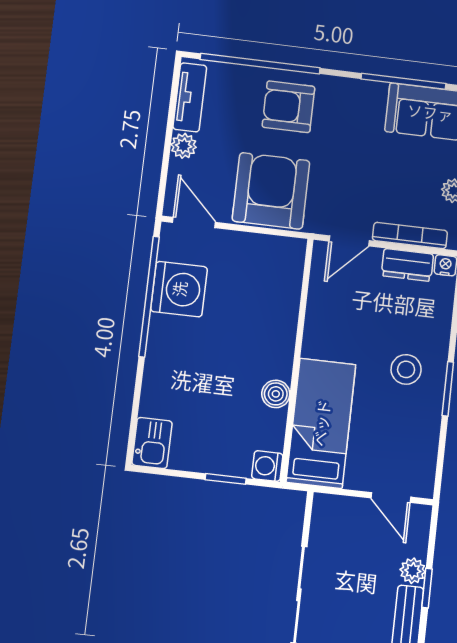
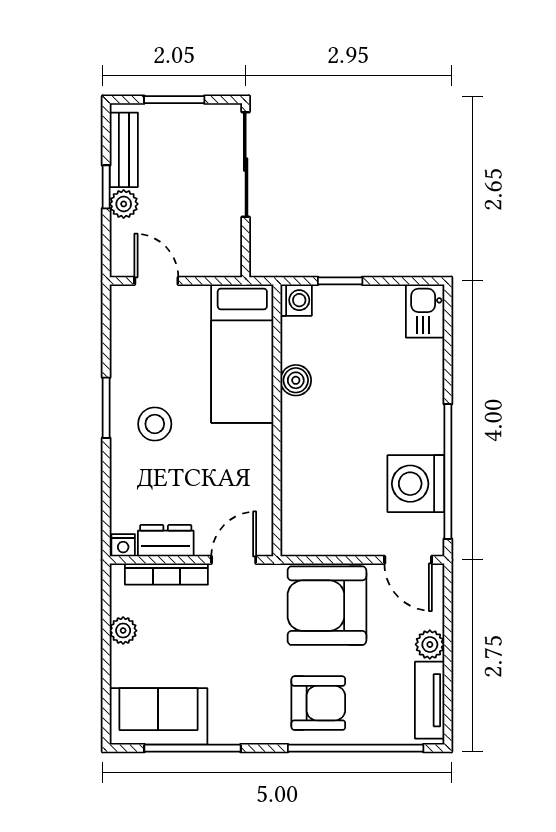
armchair: (271, 191) -> (327, 606), turned 90

